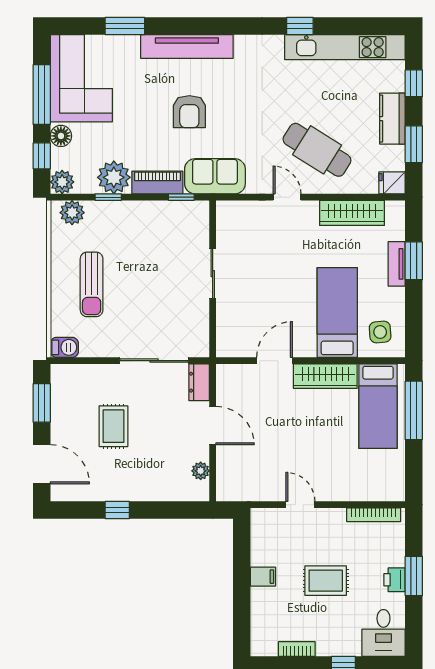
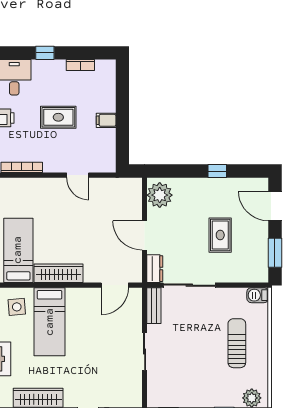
bench: (200, 334) -> (154, 306), added
door: (274, 361) -> (115, 285), moved
plant: (201, 471) -> (160, 195), width x1.88, depth x1.88

